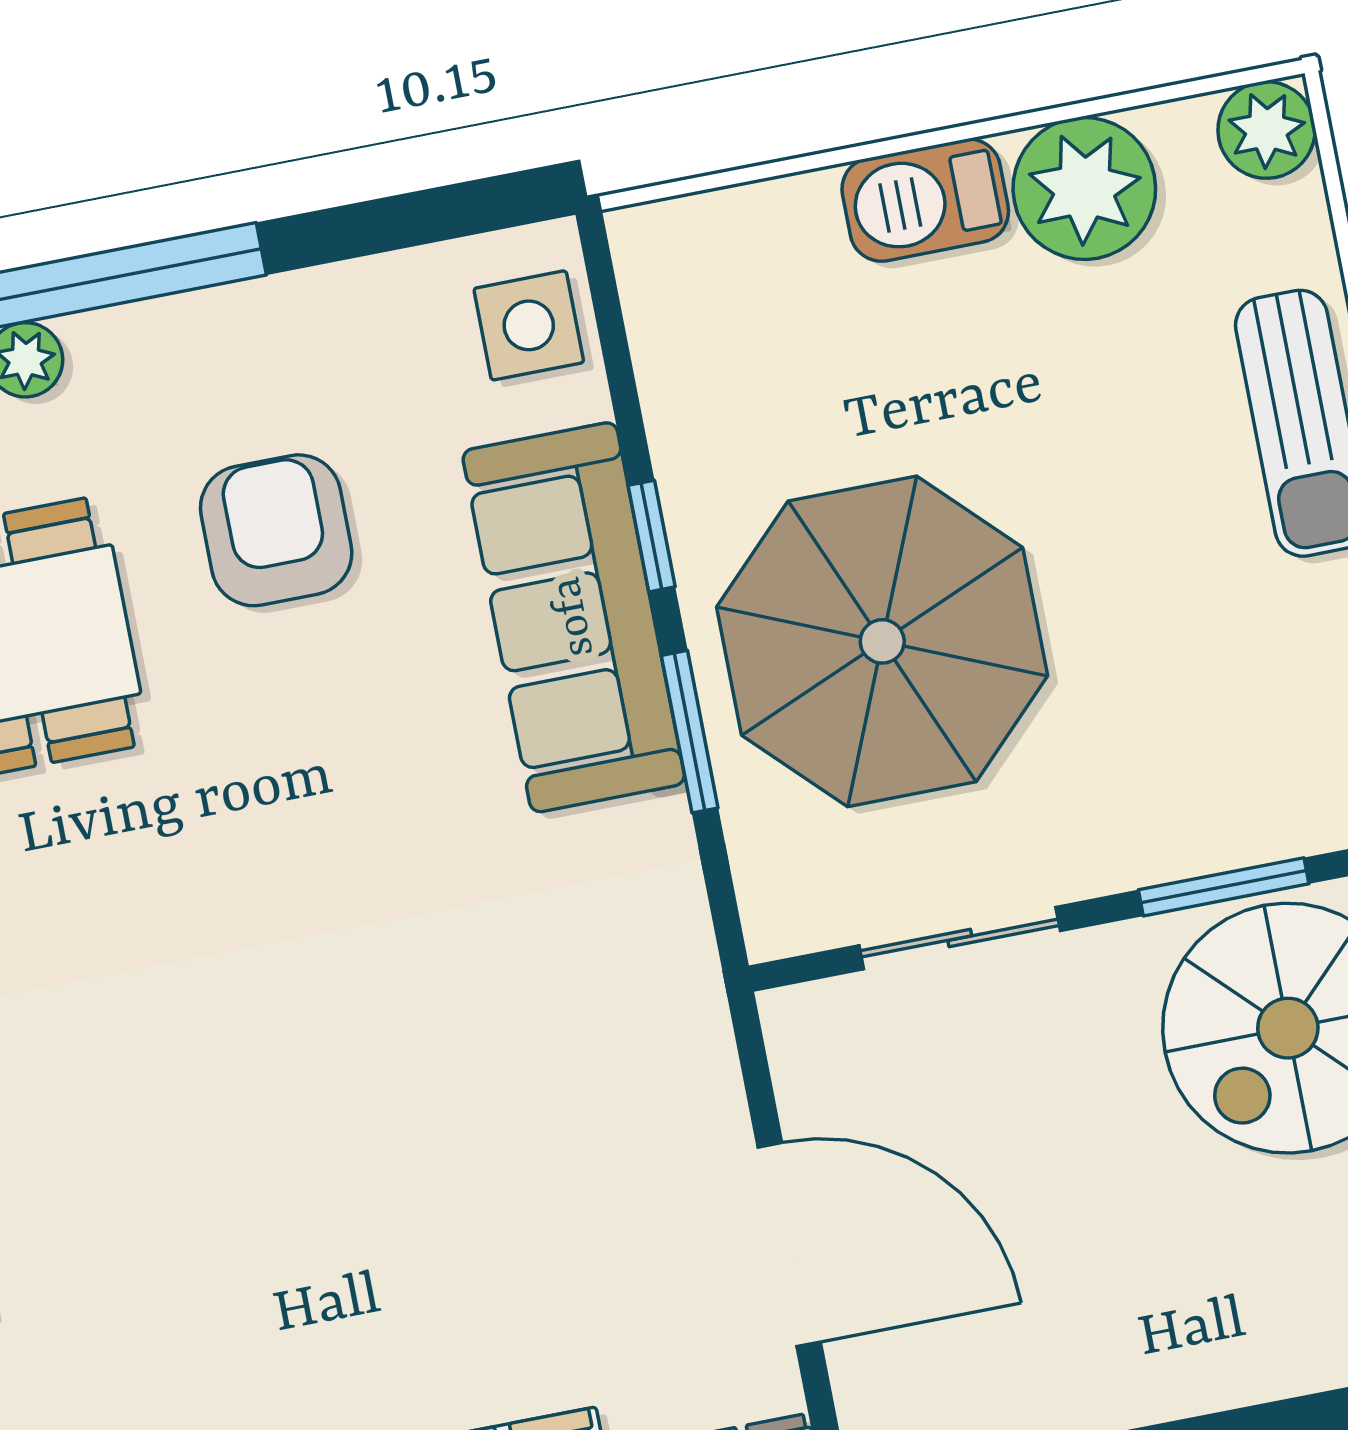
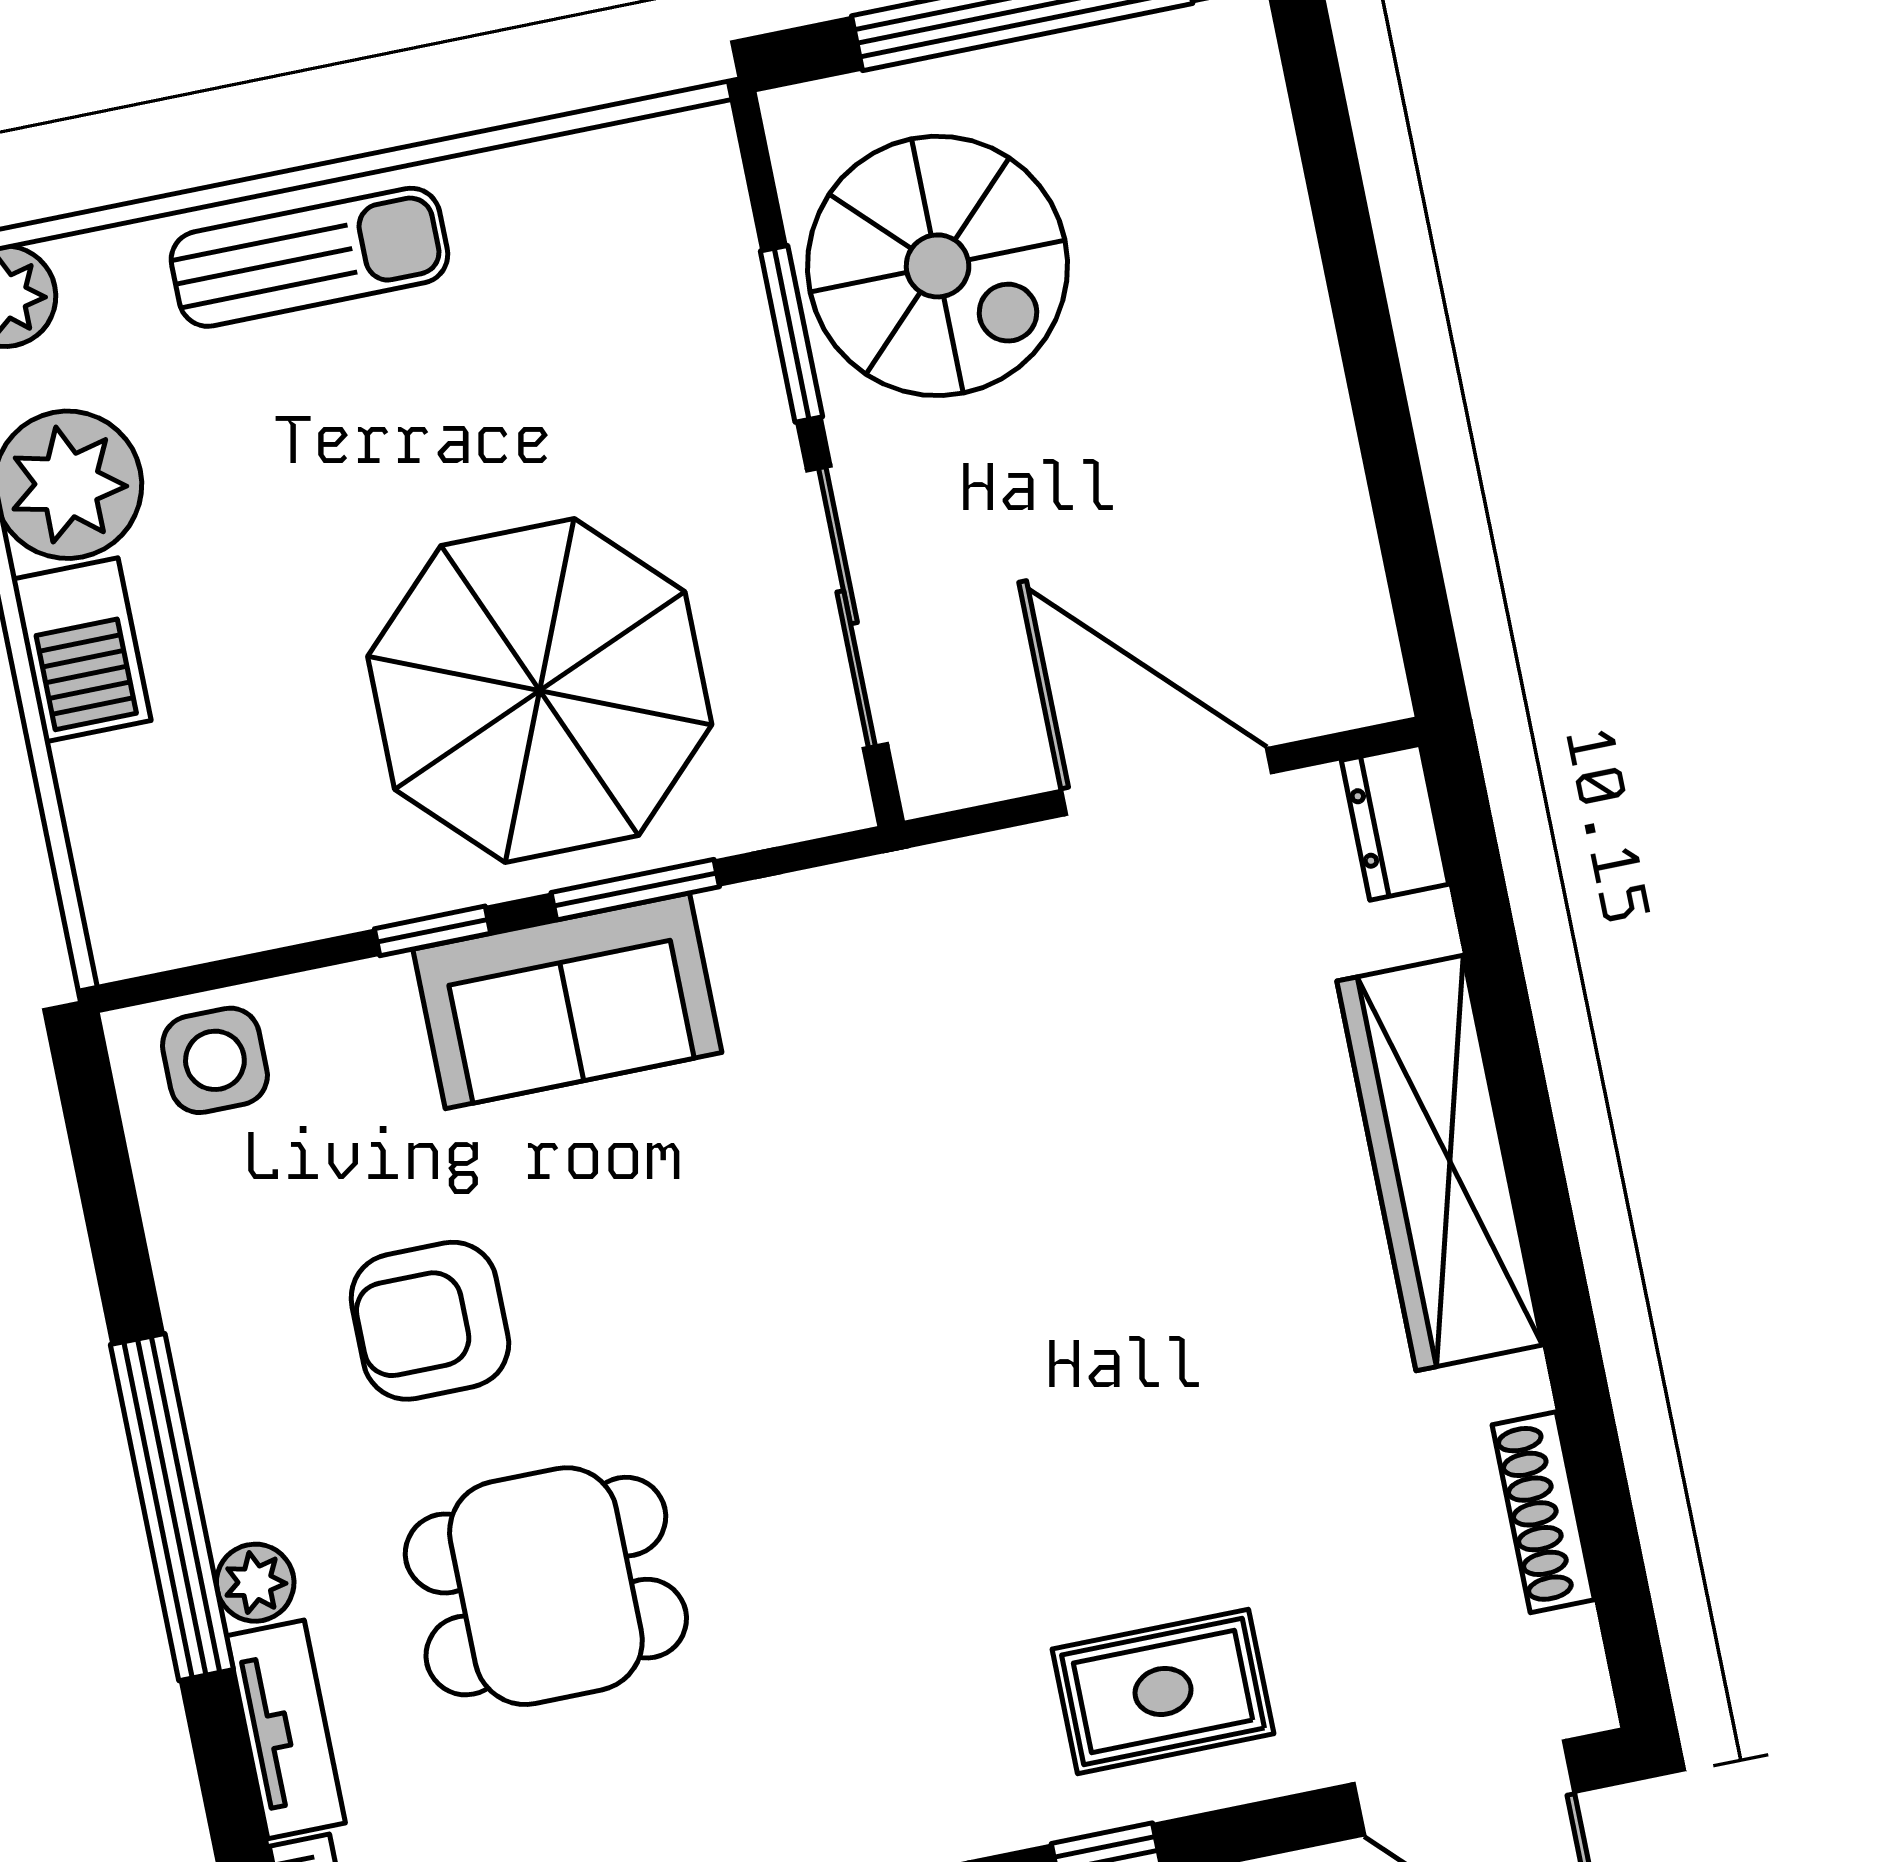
sofa: (574, 617) -> (567, 1001), width x0.73
sliding door: (960, 938) -> (847, 607), width x1.37
door: (789, 1244) -> (1167, 782), hinge flipped

